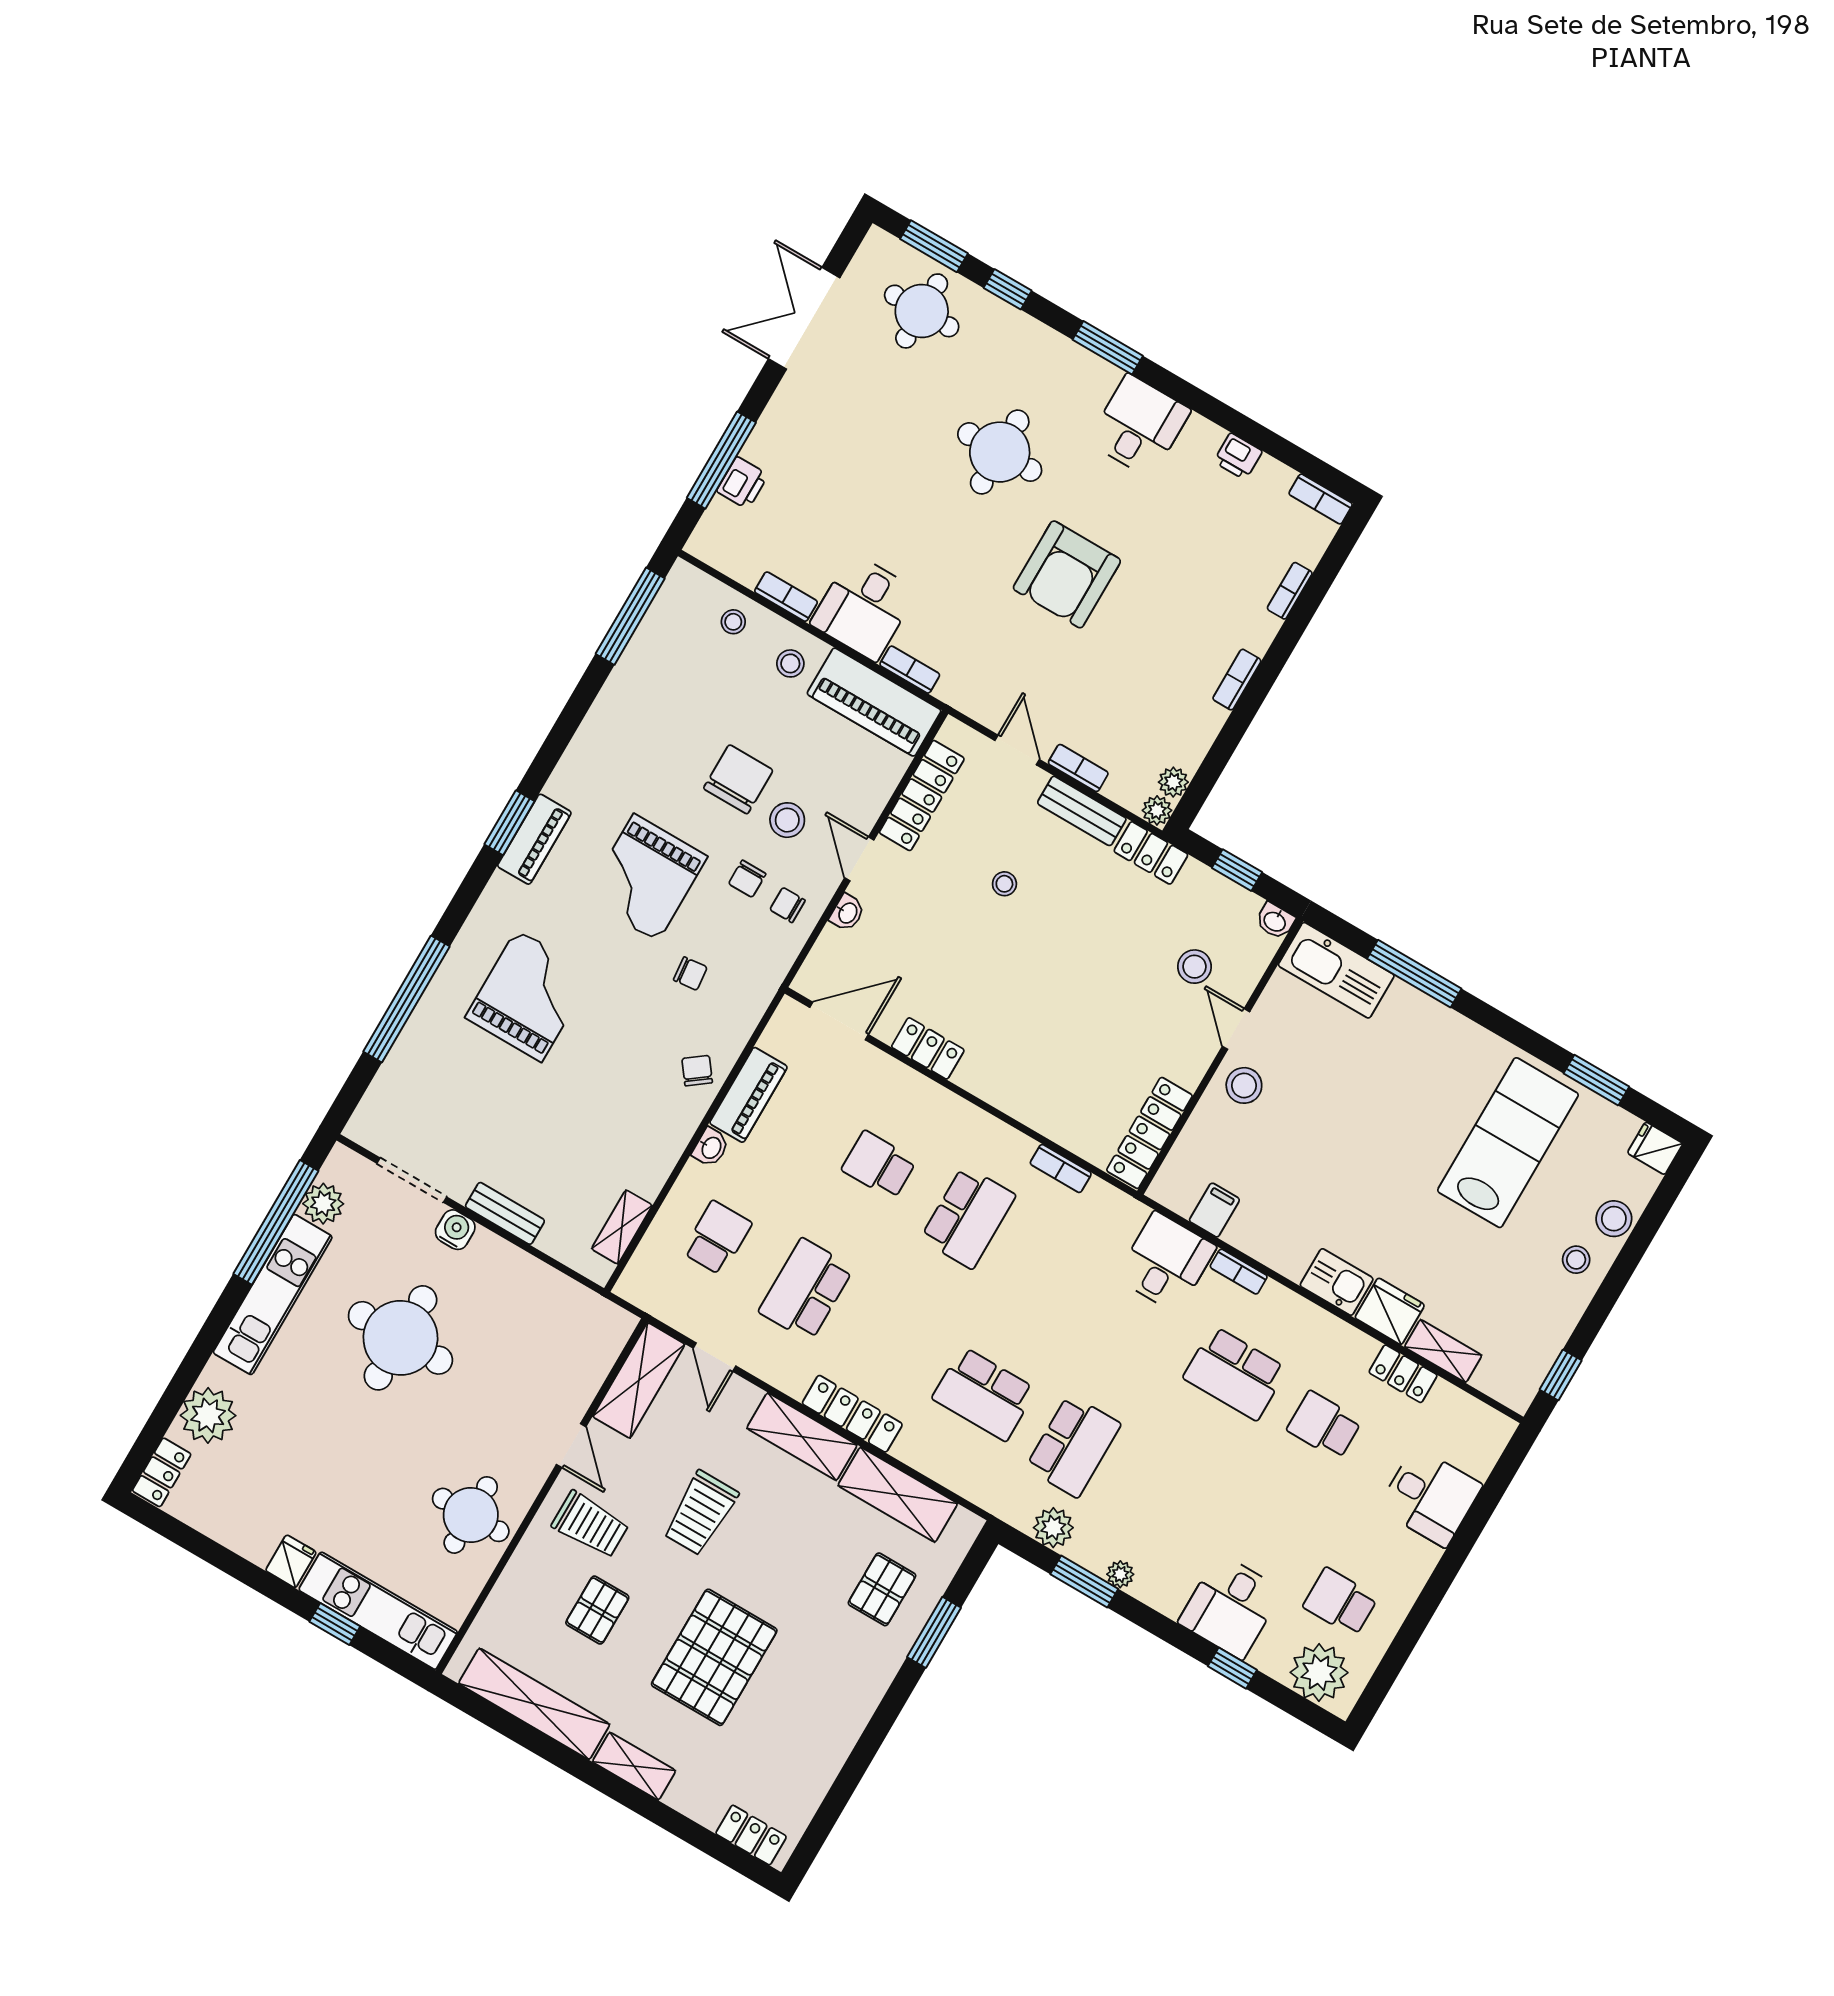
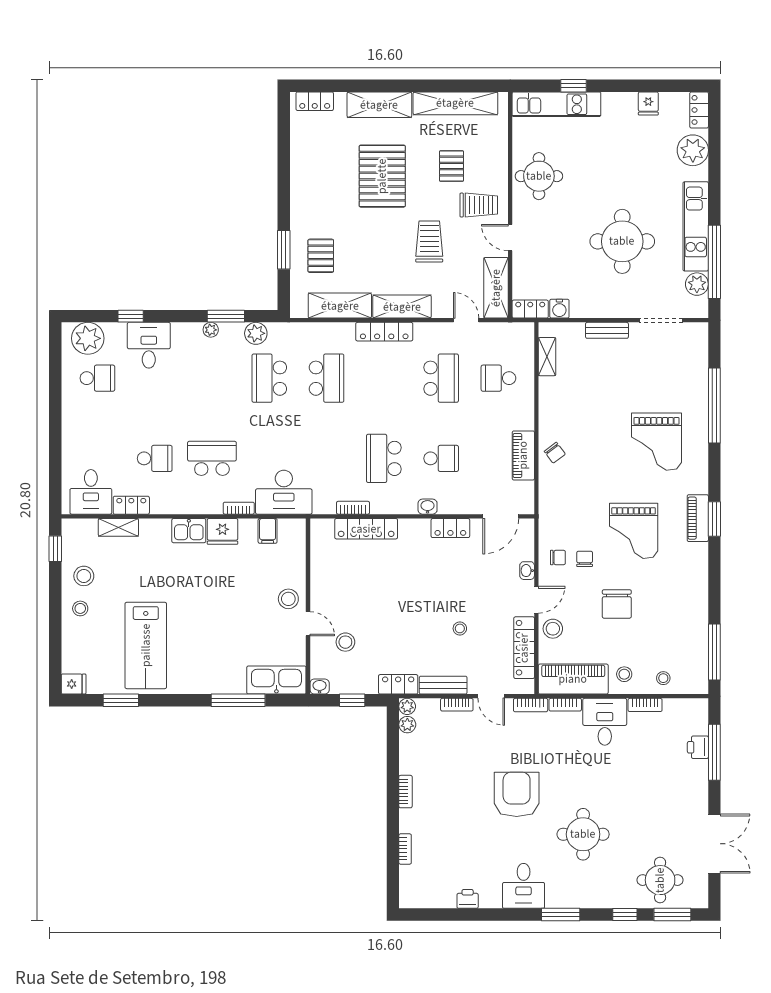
bookcase: (1321, 499) -> (531, 705), moved, turned 180
stool: (787, 820) -> (553, 629), moved
door: (859, 859) -> (536, 600), hinge flipped
grand piano: (646, 878) -> (634, 531), turned 180
chair: (690, 974) -> (585, 497), removed
locker: (1149, 1133) -> (366, 529), moved, turned 90
washbasin: (711, 1147) -> (428, 507), moved, turned 90
stool: (1614, 1219) -> (84, 576), moved
water cooler: (455, 1230) -> (559, 309), moved
school desk: (717, 1238) -> (498, 378), turned 90
desk: (1166, 1262) -> (284, 492), width x1.37
fridge: (1390, 1311) -> (222, 531), moved
locker: (605, 1316) -> (530, 309), added
school desk: (984, 1394) -> (327, 378), turned 90
desk: (1430, 1497) -> (91, 492), moved, turned -90
trolley: (590, 1525) -> (479, 205), turned 180
fridge: (291, 1561) -> (648, 103), moved
shelving: (634, 1766) -> (379, 105), width x1.50, depth x1.33

